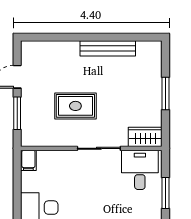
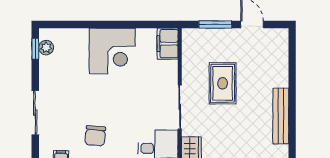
filing cabinet: (28, 160) -> (168, 44), width x2.00

